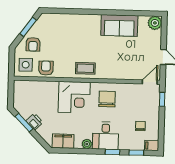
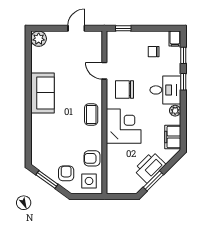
sofa: (119, 25) -> (43, 93), moved
armchair: (33, 44) -> (66, 173), turned -90
door: (150, 82) -> (104, 71), moved
printer: (34, 122) -> (150, 167), width x1.87, depth x1.48

